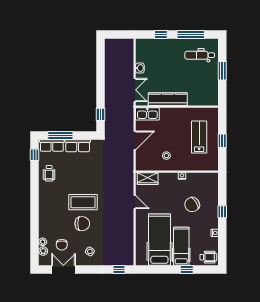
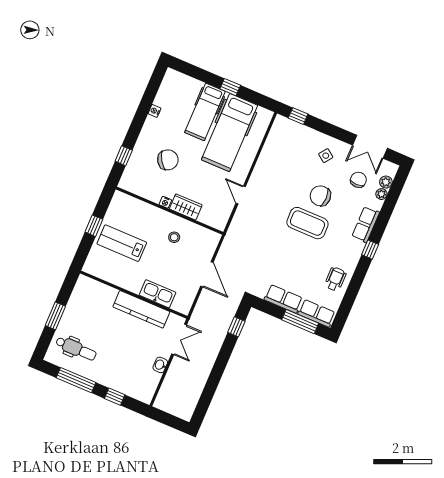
double door: (135, 90) -> (179, 339), swing flipped
kitchen sink: (147, 114) -> (158, 294), moved
lab bench: (199, 137) -> (122, 243), turned 90
door: (135, 140) -> (207, 274), swing flipped
window: (35, 155) -> (370, 250), moved
wardrobe: (148, 179) -> (186, 207), moved
window: (222, 212) -> (124, 156), moved
row of seats: (45, 217) -> (366, 224), added
wheelchair: (208, 257) -> (176, 83), removed
window: (187, 270) -> (230, 87), moved

